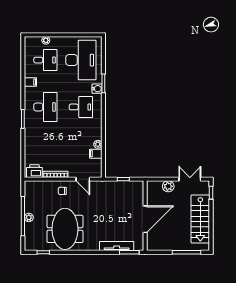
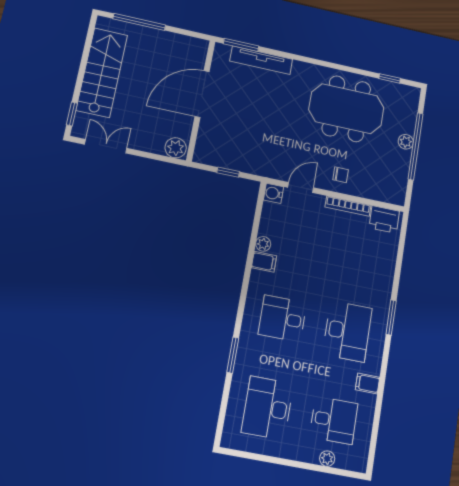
desk: (45, 60) -> (334, 420), turned 180
desk: (81, 60) -> (267, 408), width x0.73, depth x0.77
water cooler: (97, 89) -> (274, 193), moved
desk: (45, 107) -> (347, 331), turned 180
filing cabinet: (96, 154) -> (264, 262), moved
door: (83, 179) -> (301, 187), hinge flipped
double door: (190, 179) -> (106, 146), swing flipped
plant: (168, 186) -> (176, 148), moved
meeting table: (65, 229) -> (346, 109), turned 90

